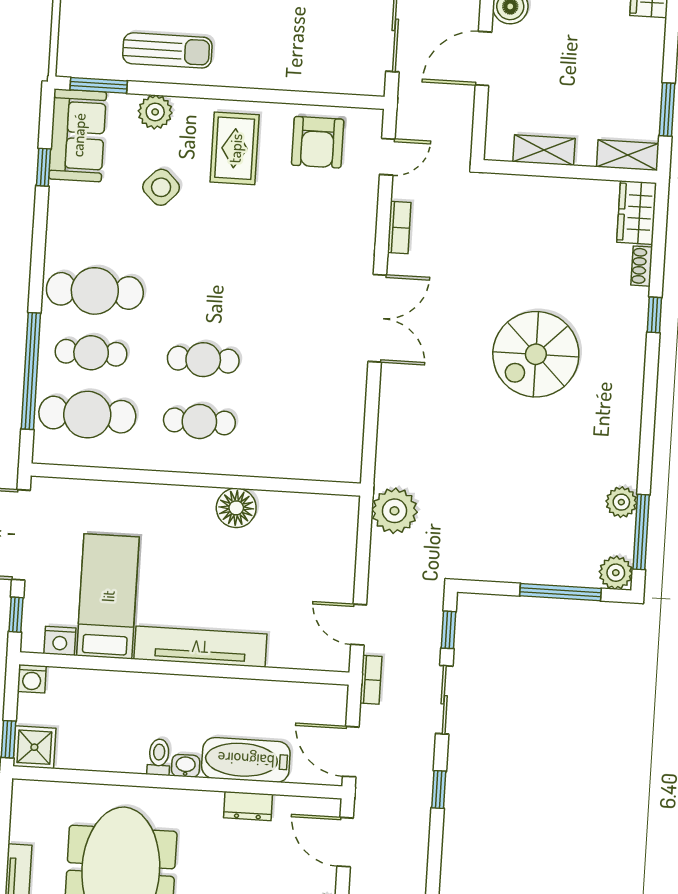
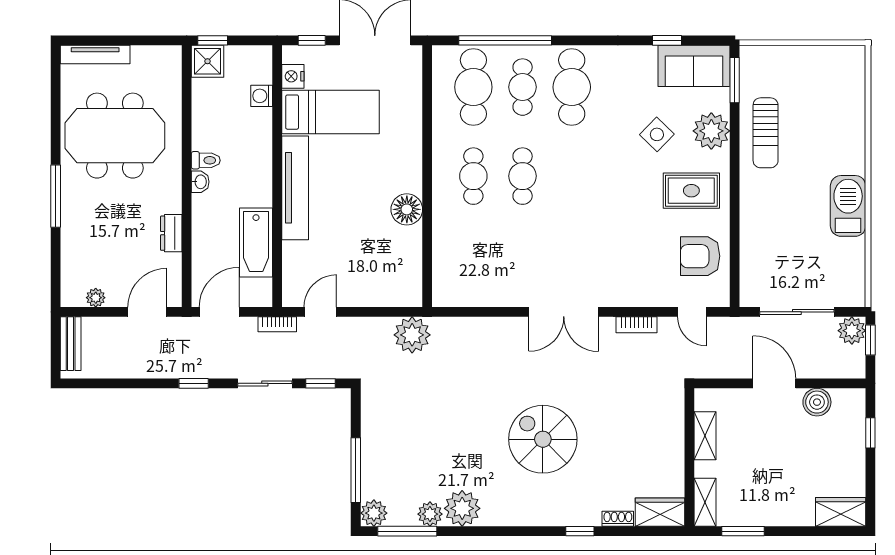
plant: (155, 112) -> (711, 131), width x1.36, depth x1.36
plant: (617, 461) -> (462, 508), added
washing machine: (32, 679) -> (262, 96), moved
bathtub: (246, 760) -> (256, 243), moved, turned 180

